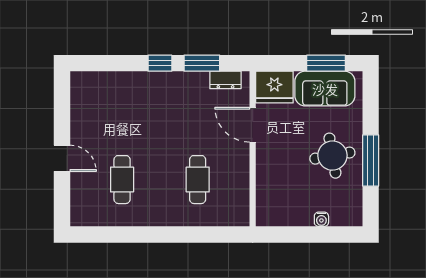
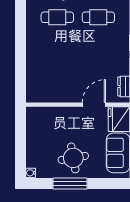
cafe table: (198, 180) -> (98, 17), moved
water cooler: (321, 219) -> (31, 173), moved

